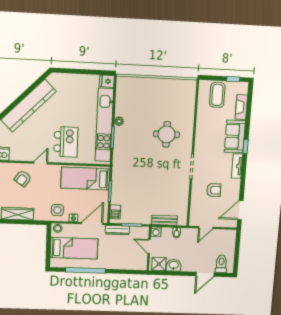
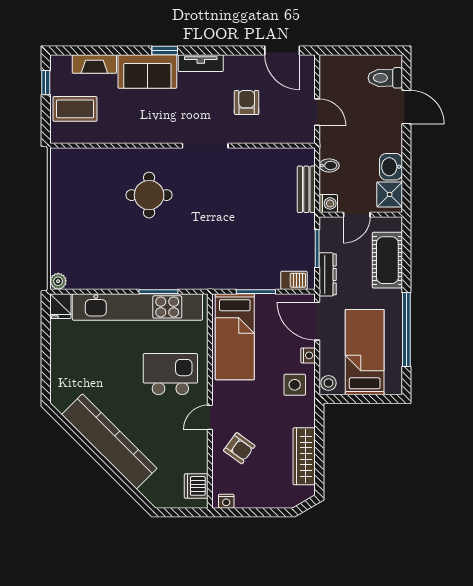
plant: (119, 121) -> (58, 281), moved
door: (41, 163) -> (210, 417), hinge flipped
cot: (124, 262) -> (387, 260), added

